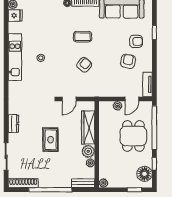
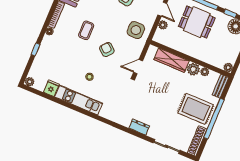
fridge: (15, 15) -> (51, 88), moved
armchair: (84, 65) -> (107, 50), moved
side table: (102, 83) -> (136, 30), added
door: (69, 99) -> (138, 67), swing flipped
rug: (51, 140) -> (196, 109), moved, width x1.36, depth x1.43

